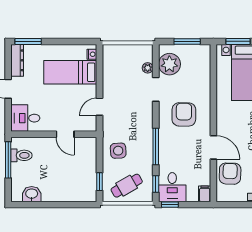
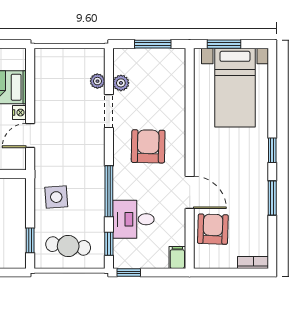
nightstand: (92, 54) -> (19, 113), moved
plant: (169, 64) -> (121, 83), width x0.53, depth x0.53
cafe table: (127, 186) -> (68, 246), turned 37
desk: (172, 187) -> (133, 219), moved, turned 90

